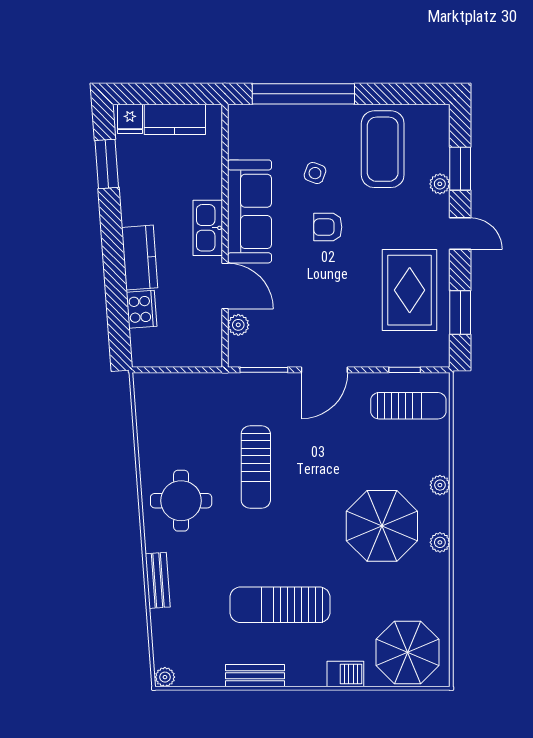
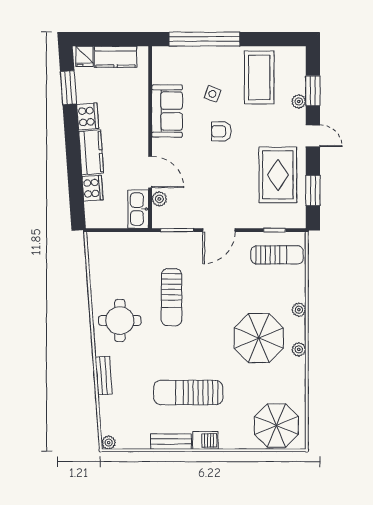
cooker: (134, 206) -> (88, 116), added
sofa: (249, 211) -> (167, 111), width x0.73
kitchen sink: (208, 228) -> (138, 209), moved
barbecue: (345, 674) -> (205, 440), moved

